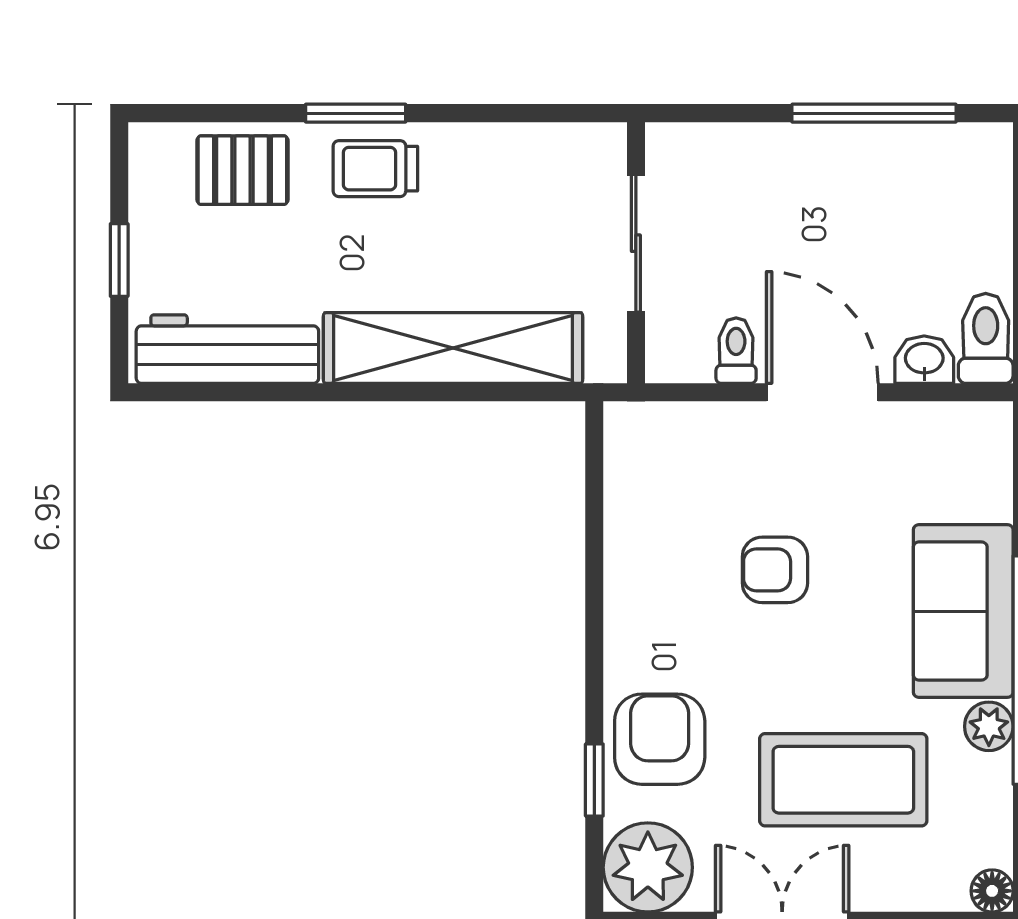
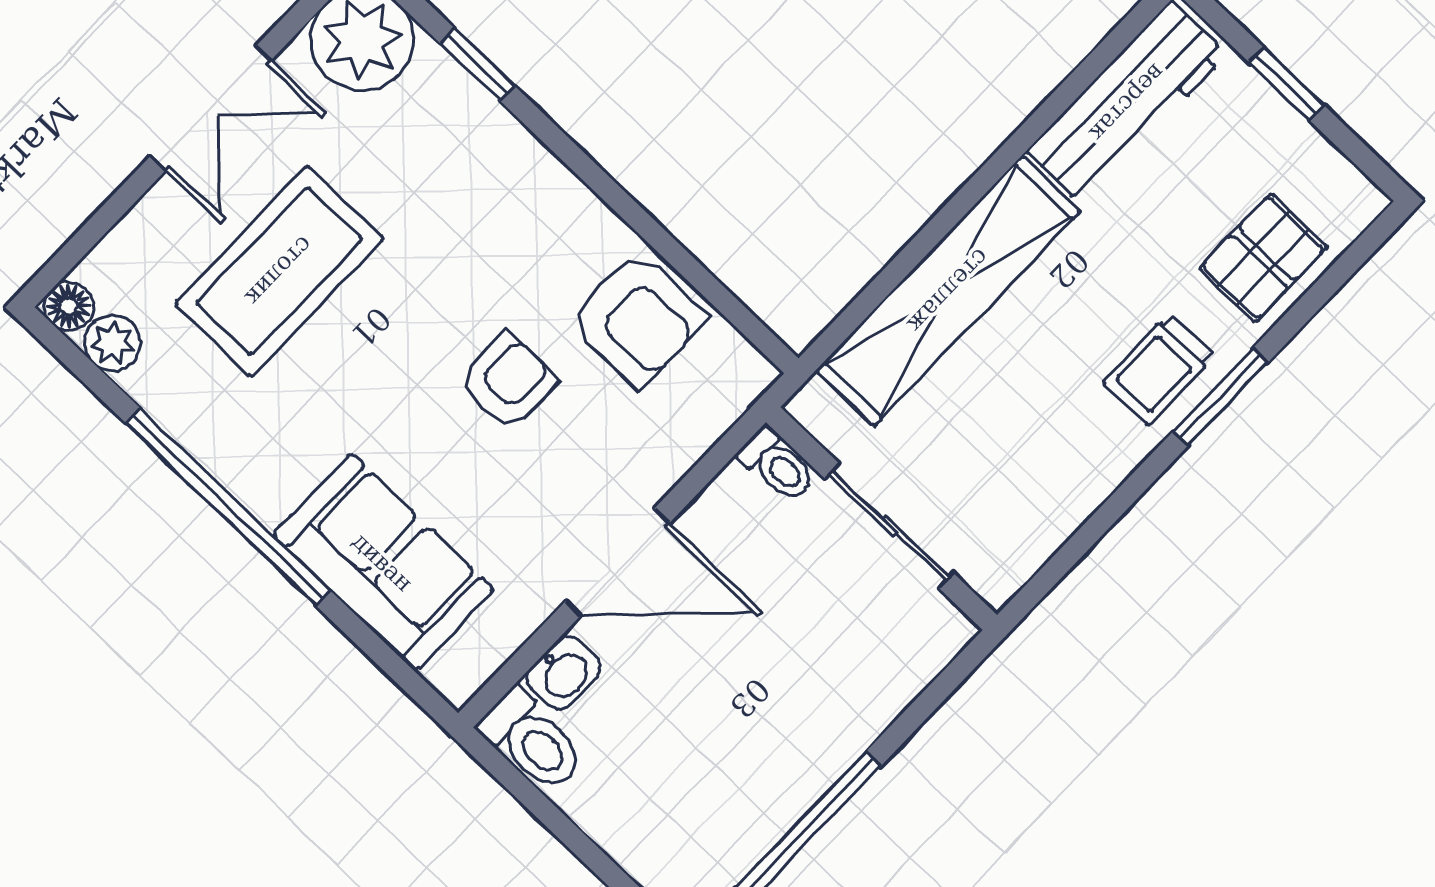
trolley: (375, 169) -> (1159, 369), turned 180
toilet: (736, 351) -> (777, 465), moved
sofa: (963, 611) -> (383, 562), moved
plant: (989, 726) -> (113, 343), moved
armchair: (660, 739) -> (637, 319), moved

